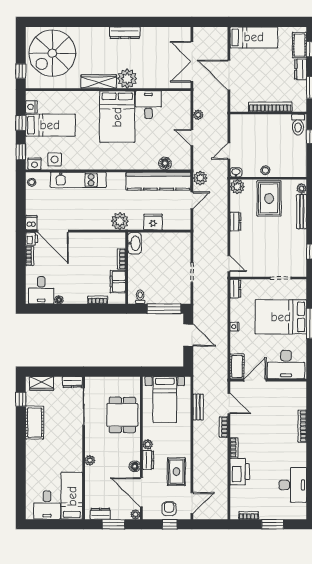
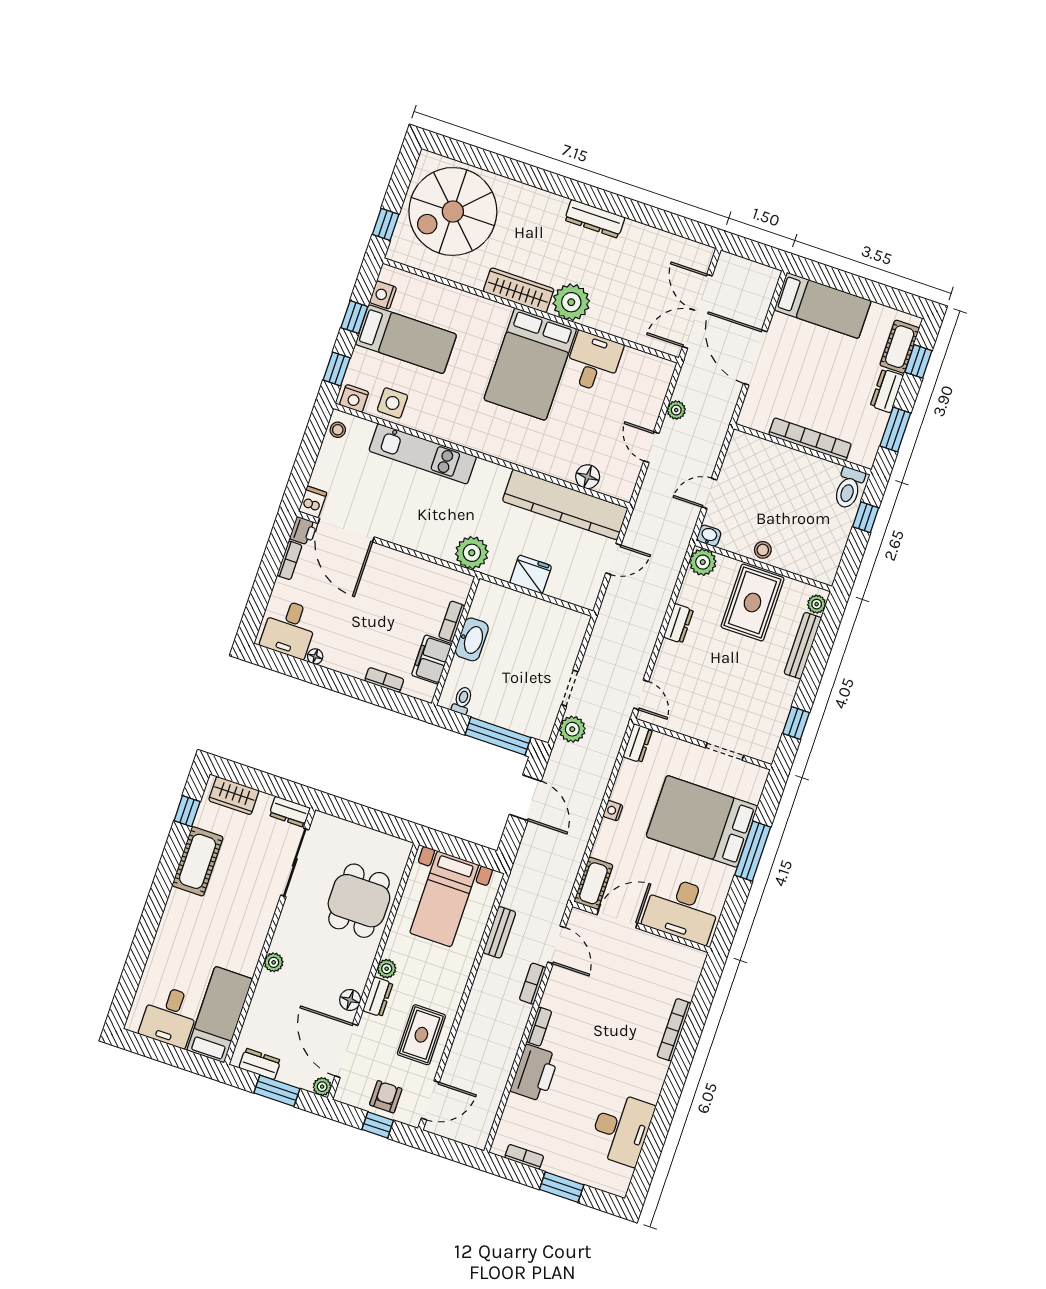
plant: (200, 178) -> (572, 729), moved
washbasin: (135, 243) -> (472, 639), moved

